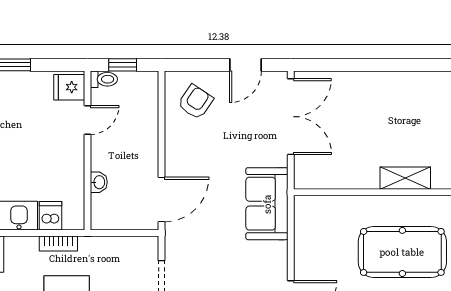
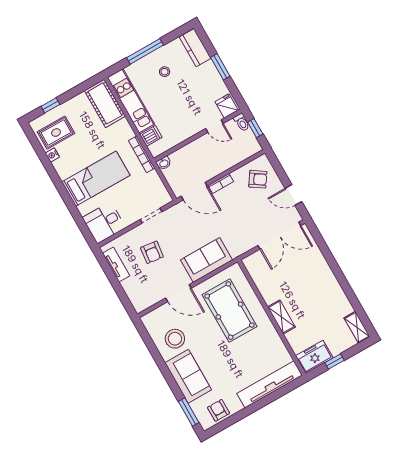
bookcase: (172, 157) -> (221, 183), added
washbasin: (99, 182) -> (164, 163), moved
sofa: (267, 204) -> (206, 260), moved
bookcase: (58, 243) -> (142, 154), width x1.56
pool table: (402, 252) -> (229, 311), moved

